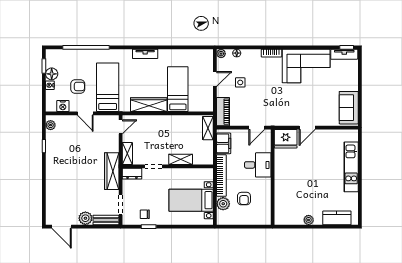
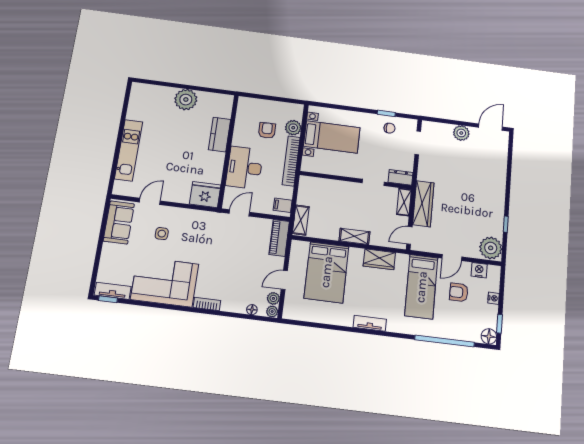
plant: (221, 64) -> (273, 298), added
floor lamp: (52, 74) -> (489, 336), moved
side table: (240, 82) -> (162, 234), moved
bed: (178, 89) -> (326, 272), width x1.50
wardrobe: (149, 105) -> (379, 259), width x0.67
door: (85, 113) -> (452, 258), swing flipped
plant: (51, 125) -> (491, 248), width x1.87, depth x1.87
door: (307, 128) -> (150, 201), moved
filing cabinet: (224, 143) -> (283, 205), width x0.50
shelving: (181, 159) -> (354, 236), moved
desk: (258, 165) -> (244, 168), width x1.37
wardrobe: (112, 171) -> (423, 204), moved
kitchen counter: (337, 218) -> (220, 135), moved, turned 90
bench: (106, 220) -> (437, 128), removed
plant: (309, 220) -> (186, 100), width x1.88, depth x1.88
door: (62, 227) -> (490, 127), hinge flipped

